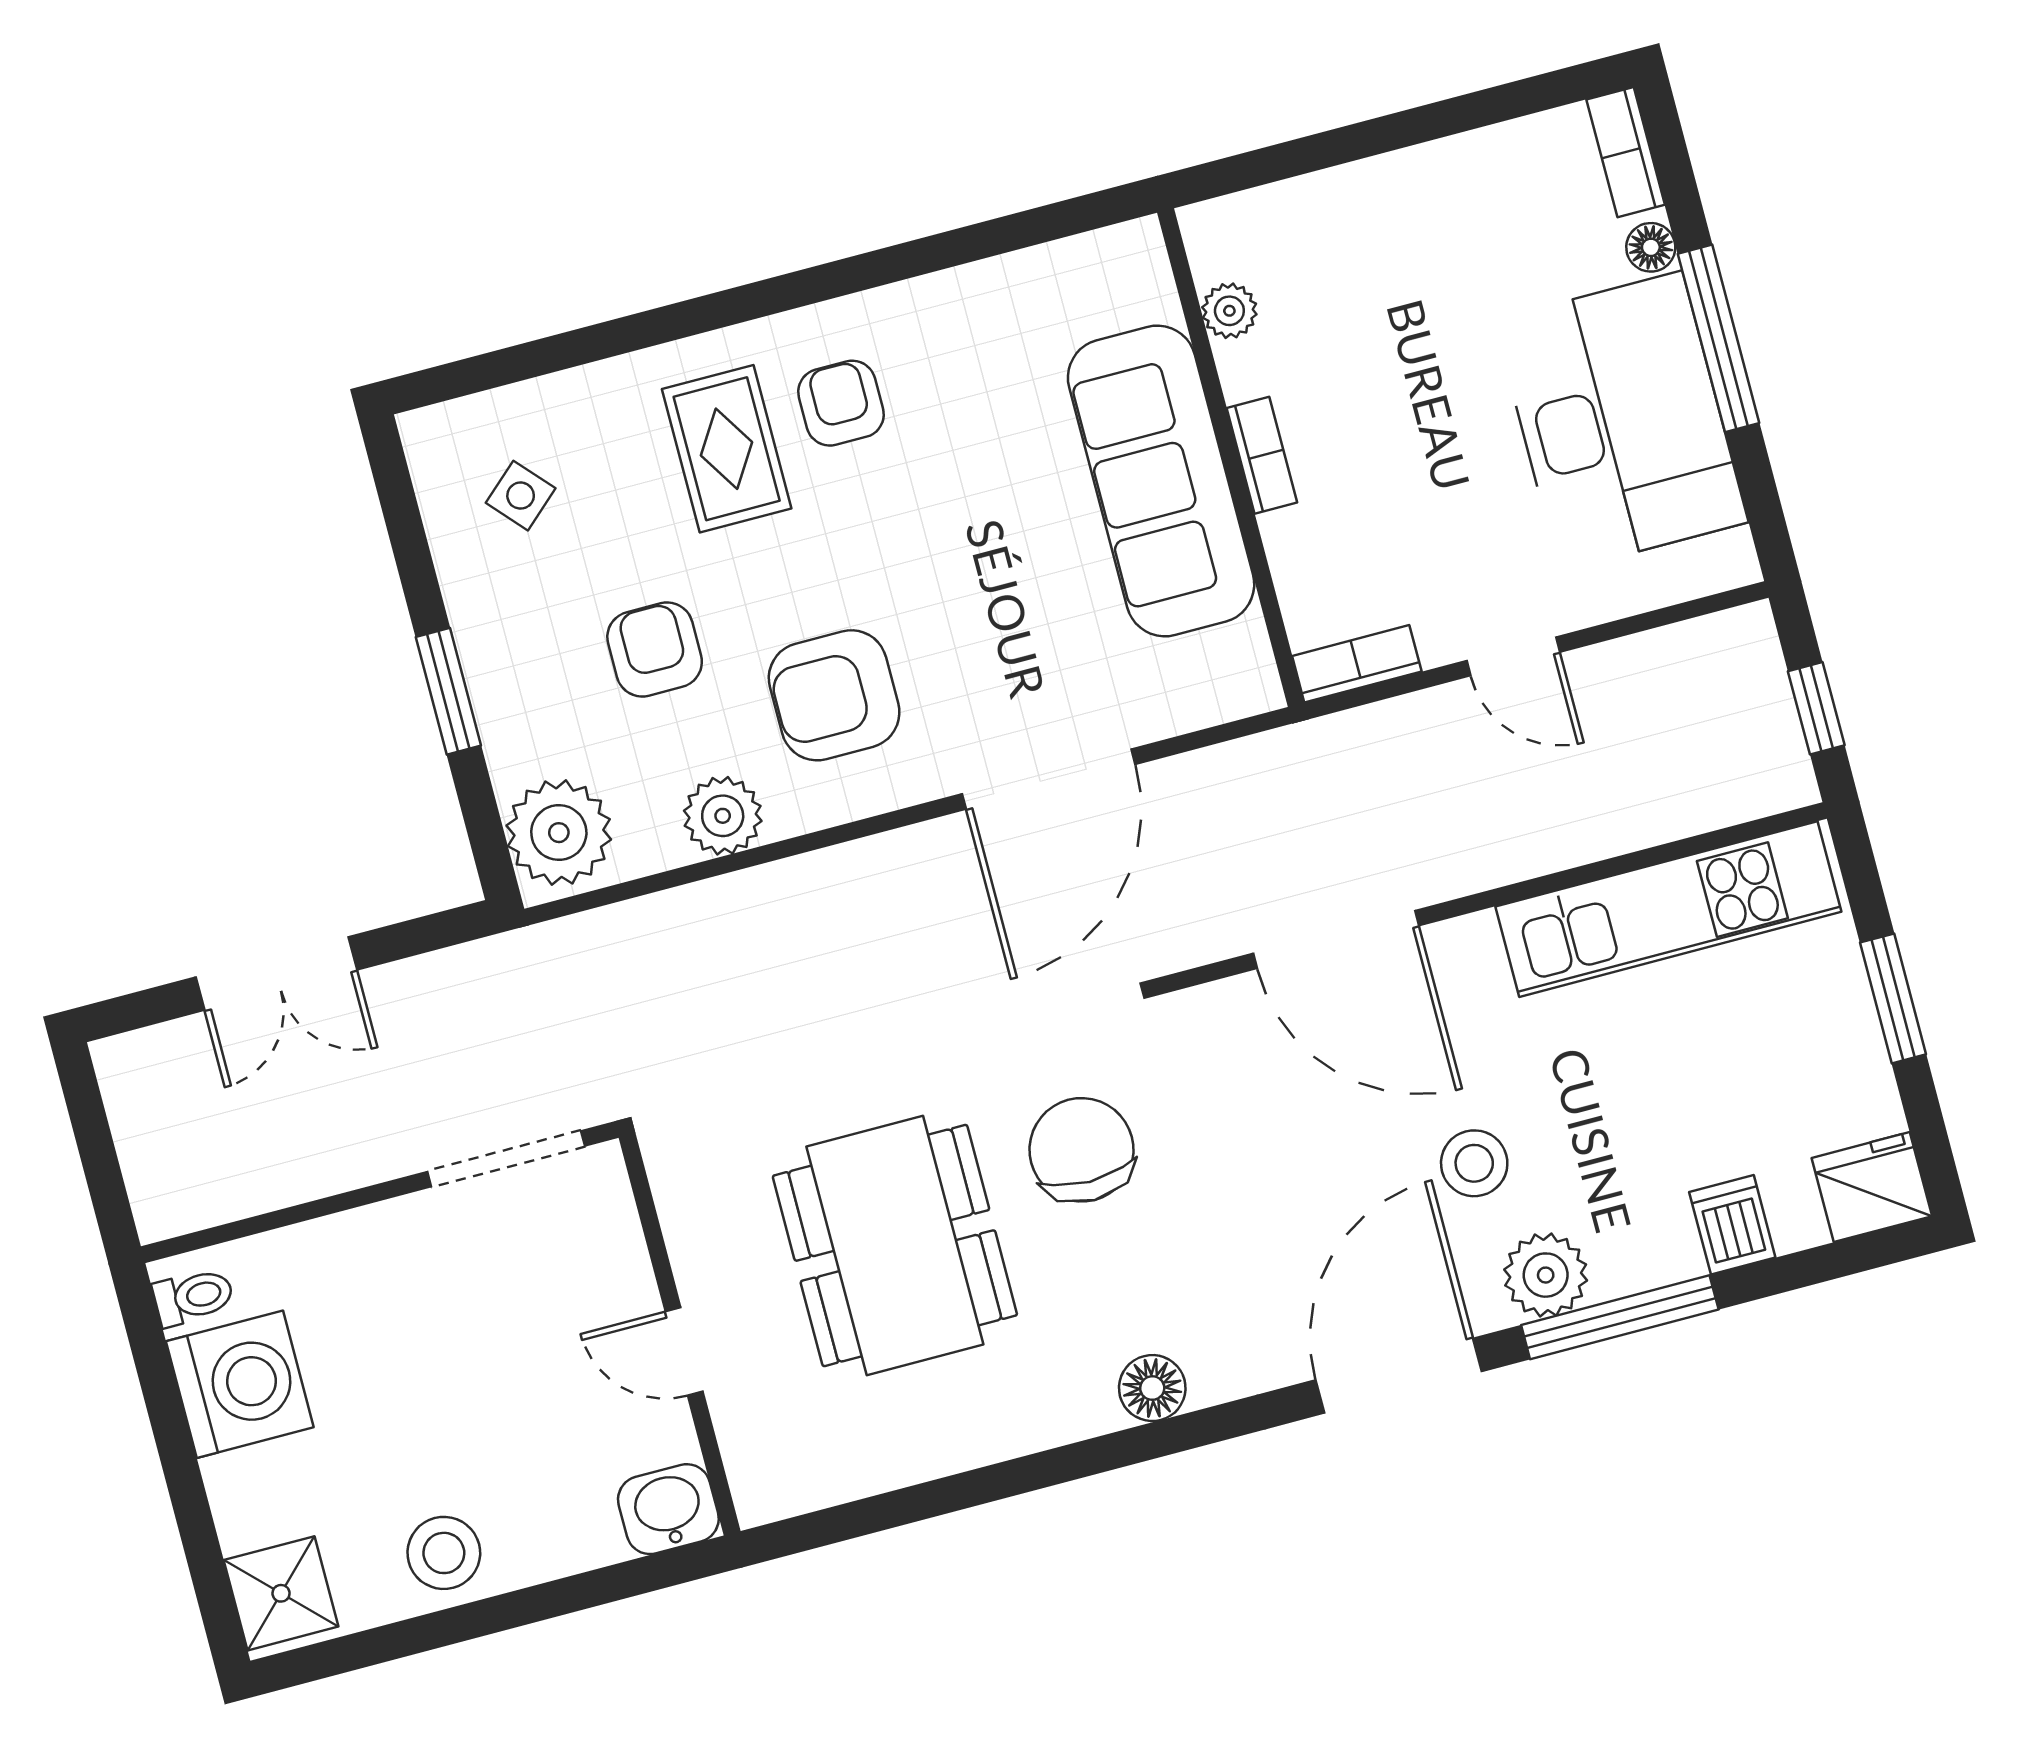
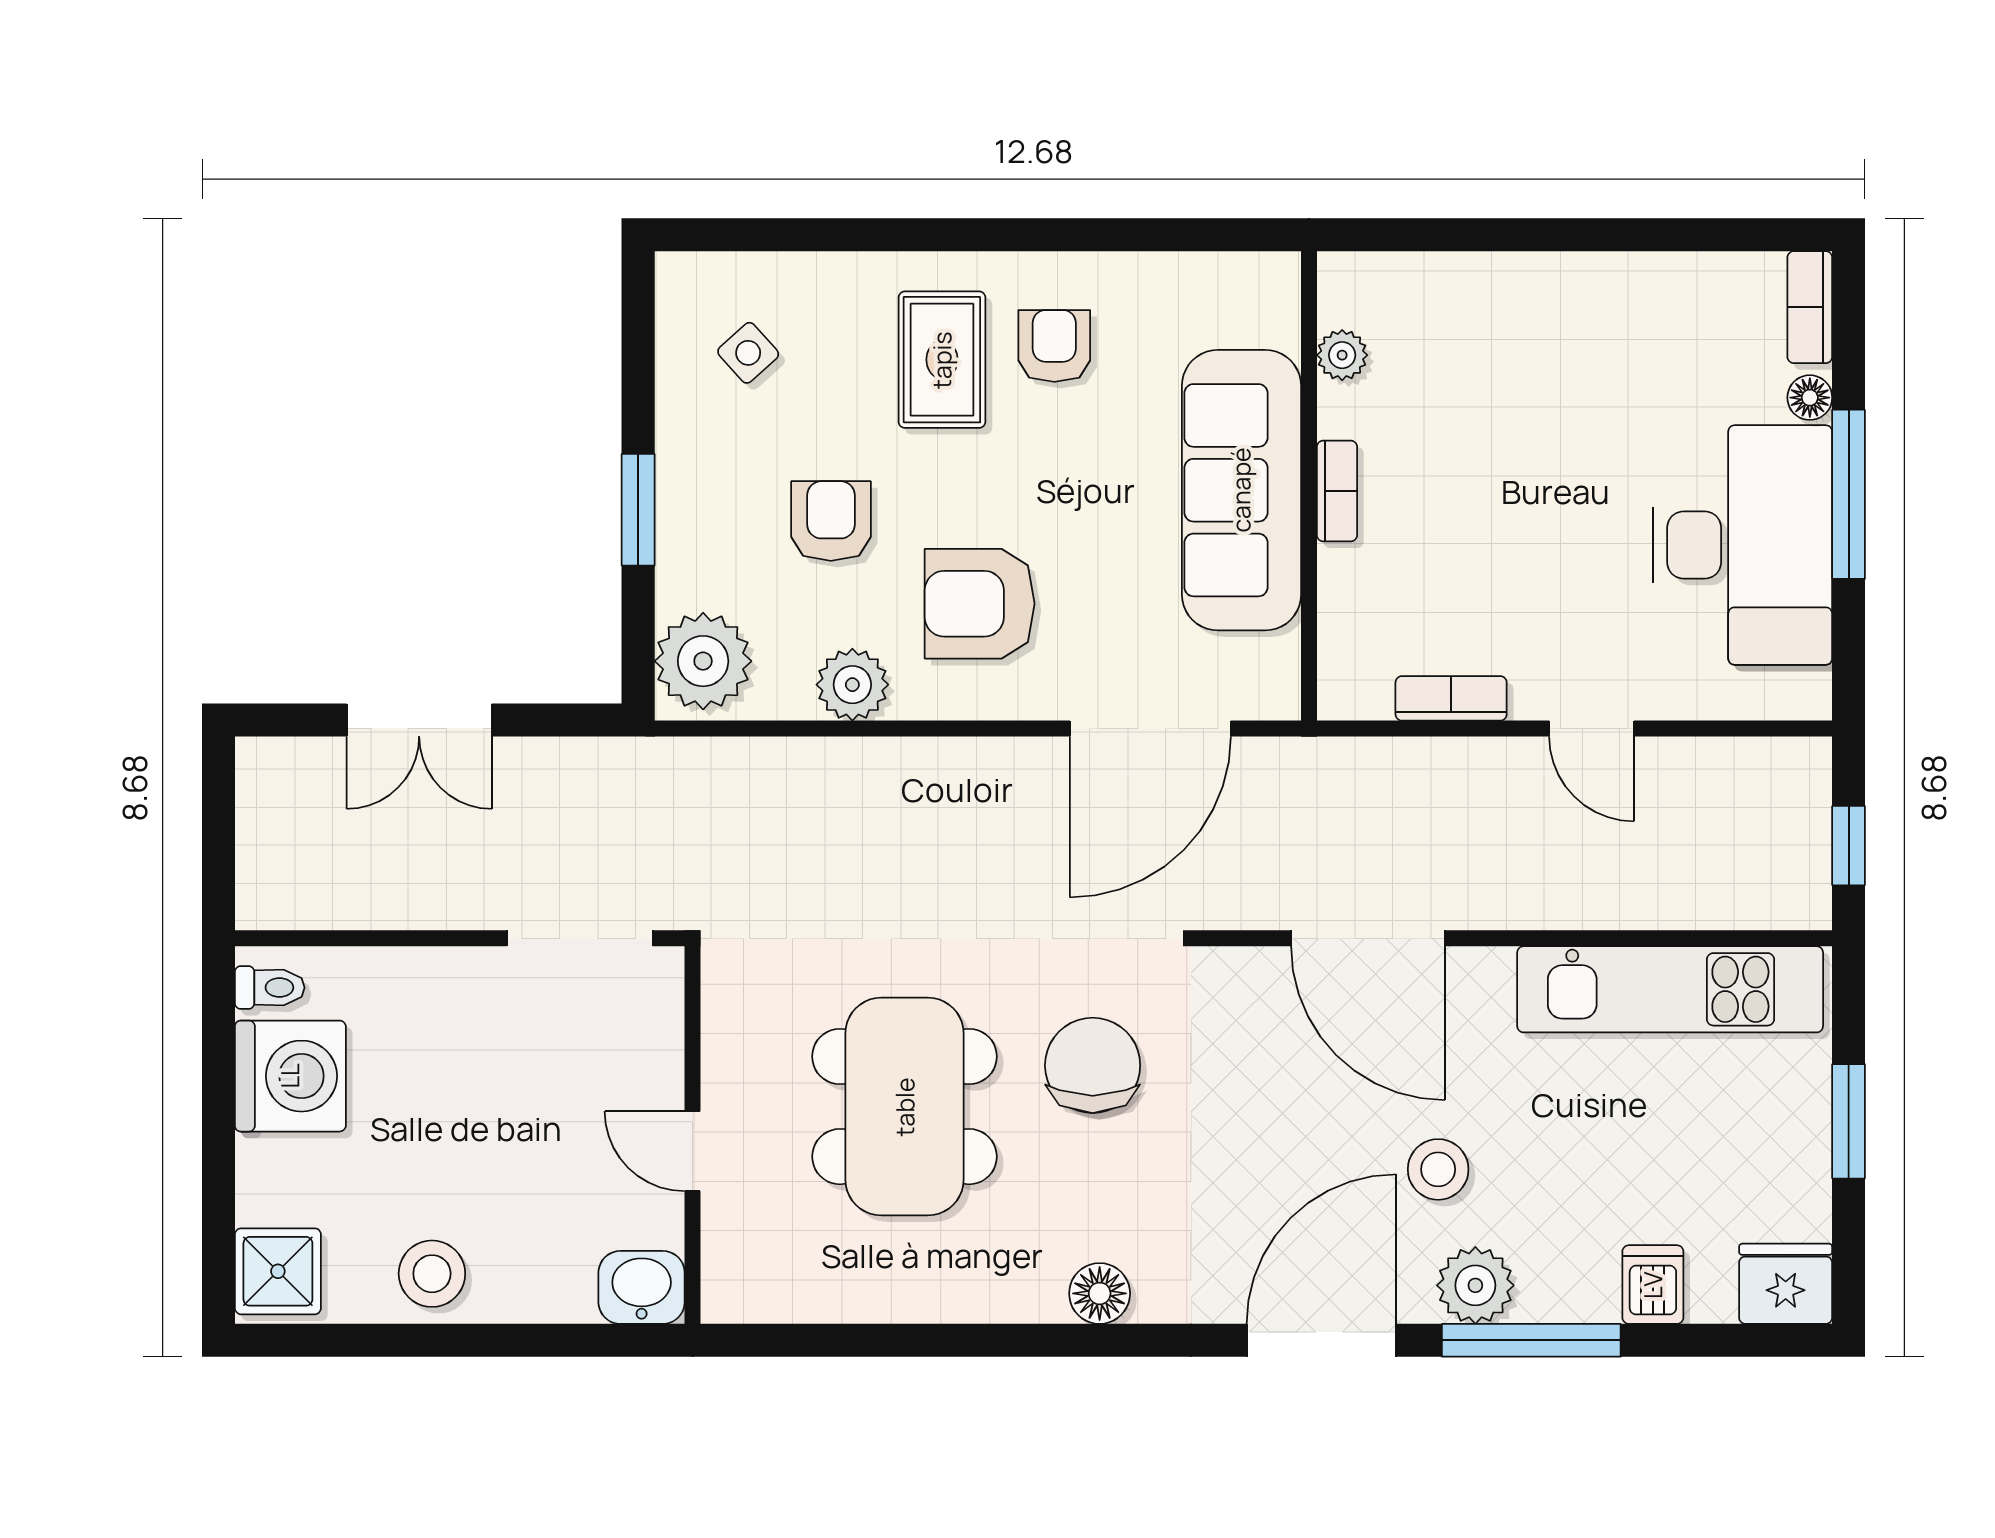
plant: (1229, 311) -> (1342, 355), moved
bookcase: (1262, 455) -> (1337, 491), moved
wall: (1231, 458) -> (1309, 486), moved
sofa: (1161, 481) -> (1241, 490), moved

